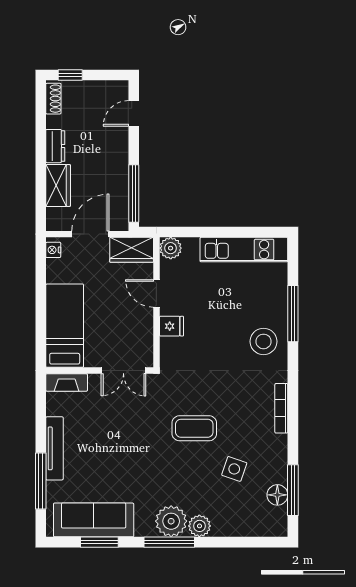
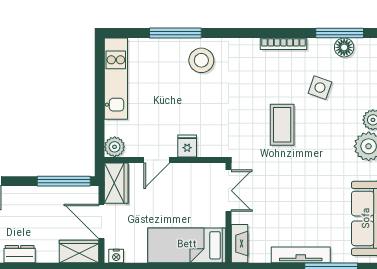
wardrobe: (58, 186) -> (79, 251), moved
bookcase: (281, 408) -> (283, 44), moved

